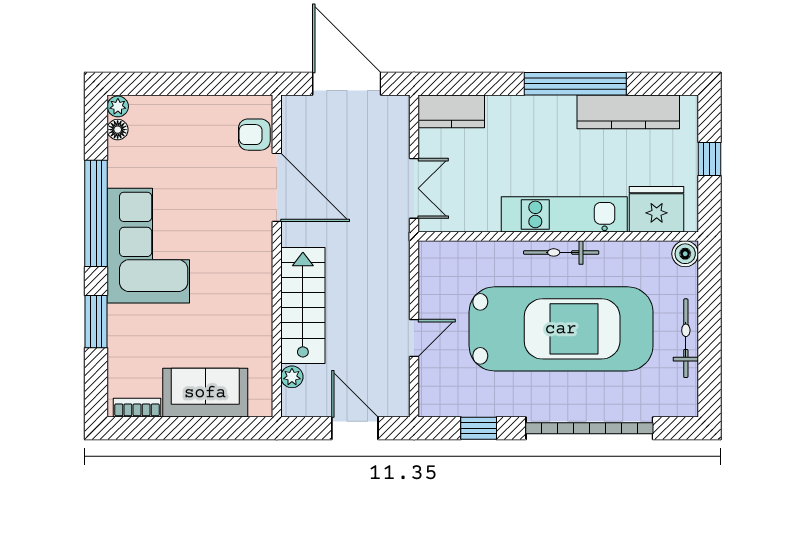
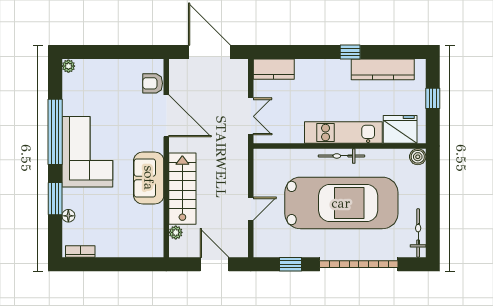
window: (575, 84) -> (350, 52), width x0.32
floor lamp: (118, 130) -> (68, 216), moved
bicycle: (686, 338) -> (418, 233), moved
sofa: (205, 393) -> (149, 178), moved, turned -90

